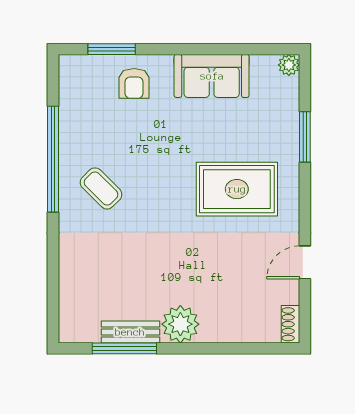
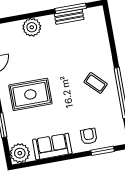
plant: (289, 65) -> (20, 153), width x1.87, depth x1.87
plant: (180, 324) -> (32, 27), moved

